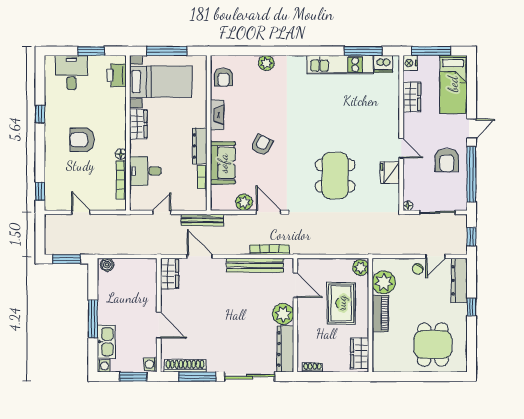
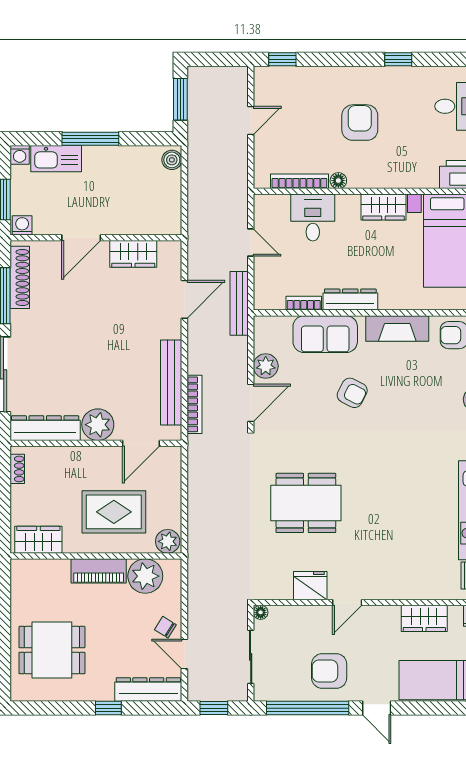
fireplace: (217, 115) -> (397, 328), width x1.37, depth x1.32
wardrobe: (169, 274) -> (133, 254), moved

